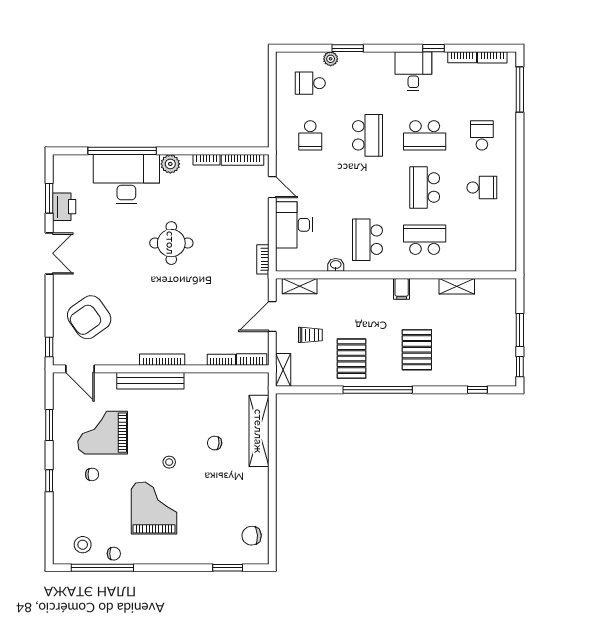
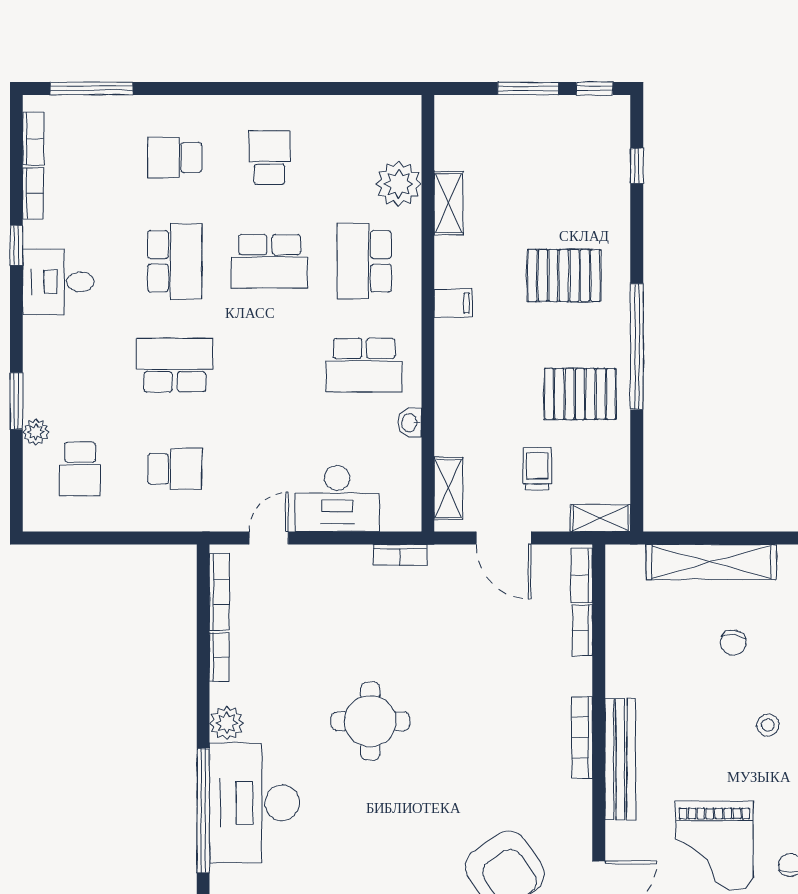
plant: (467, 259) -> (399, 184), added

